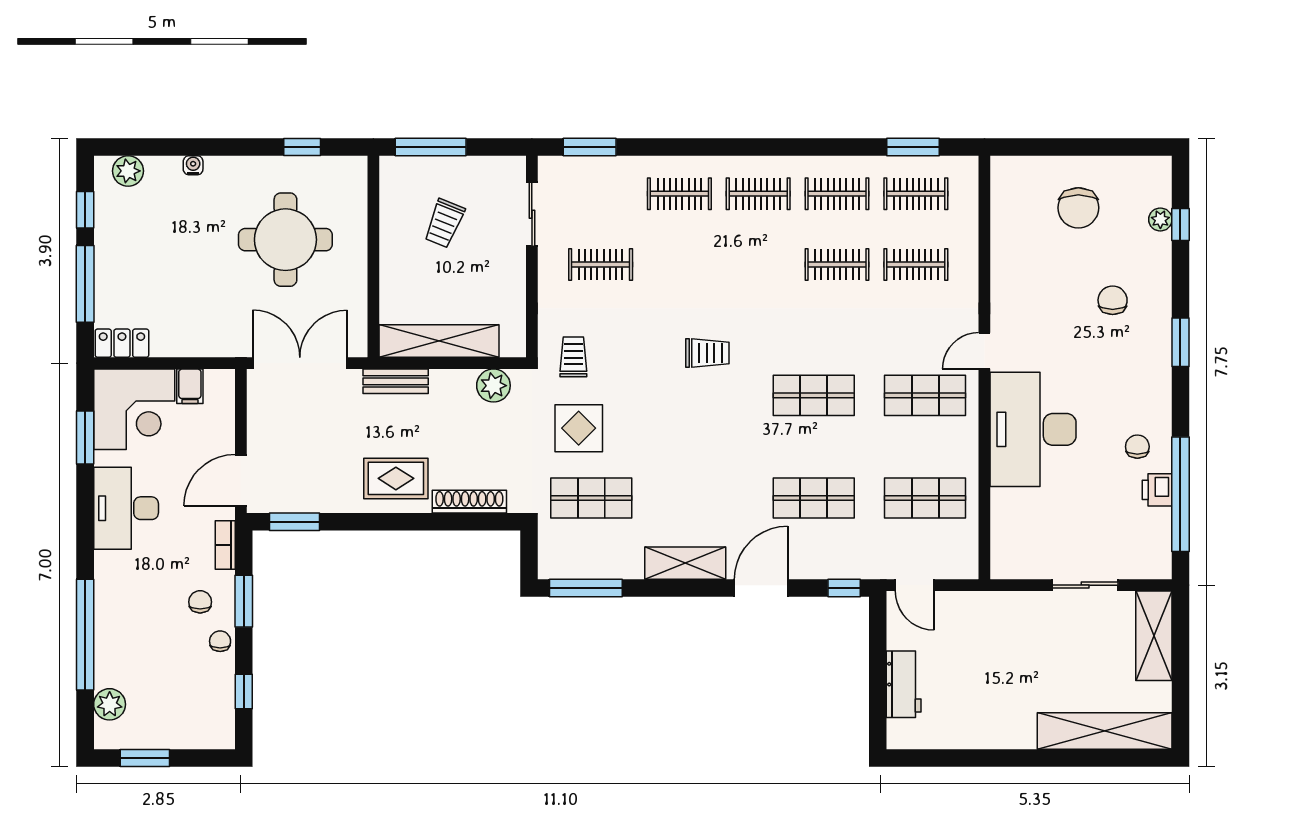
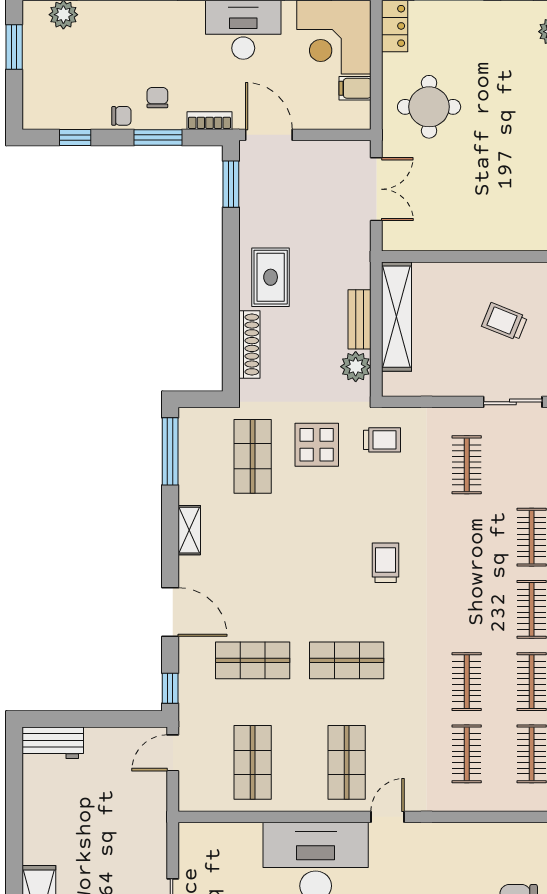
round table: (285, 240) -> (429, 107), moved, width x0.73, depth x0.73
door: (984, 351) -> (388, 817), hinge flipped
trolley: (707, 353) -> (386, 563), turned 180
double door: (300, 363) -> (376, 189), width x0.73
bench: (396, 381) -> (360, 319), moved
shop shelf: (814, 395) -> (347, 660), turned 90
shop shelf: (814, 498) -> (253, 660), turned 90
shelving: (685, 563) -> (189, 530), width x0.67, depth x0.75
chair: (200, 602) -> (157, 98), turned -90
workbench: (904, 684) -> (53, 743), moved

